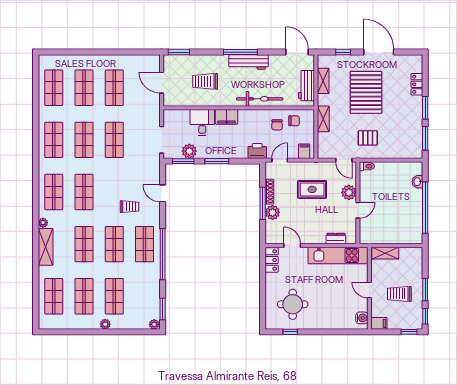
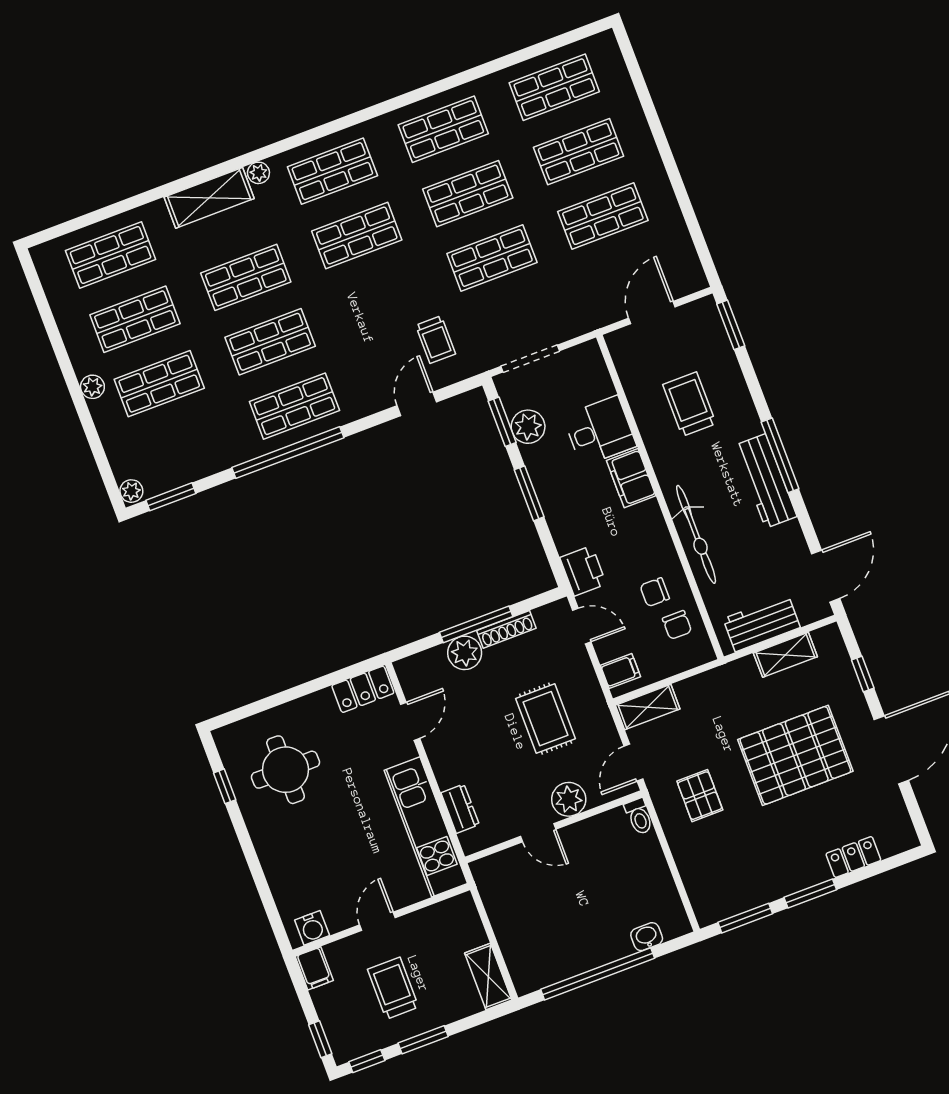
shelving: (323, 119) -> (648, 707), moved
trolley: (129, 207) -> (436, 340), moved
shelving: (385, 253) -> (488, 976), moved

